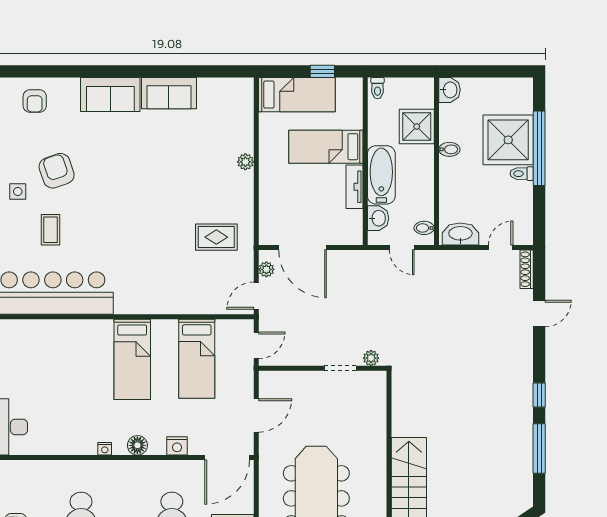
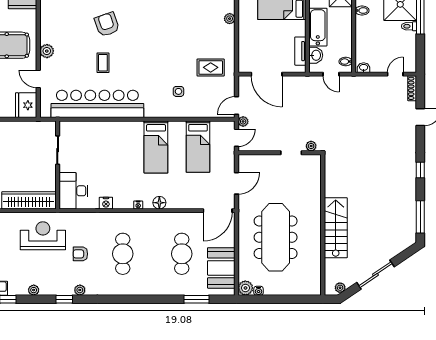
tv unit: (354, 187) -> (300, 51), moved
side table: (18, 192) -> (178, 91), moved
washbasin: (460, 234) -> (364, 68), width x0.52, depth x0.69
plant: (266, 269) -> (243, 121), moved
nightstand: (177, 446) -> (106, 203), moved
window: (539, 449) -> (420, 217), moved

